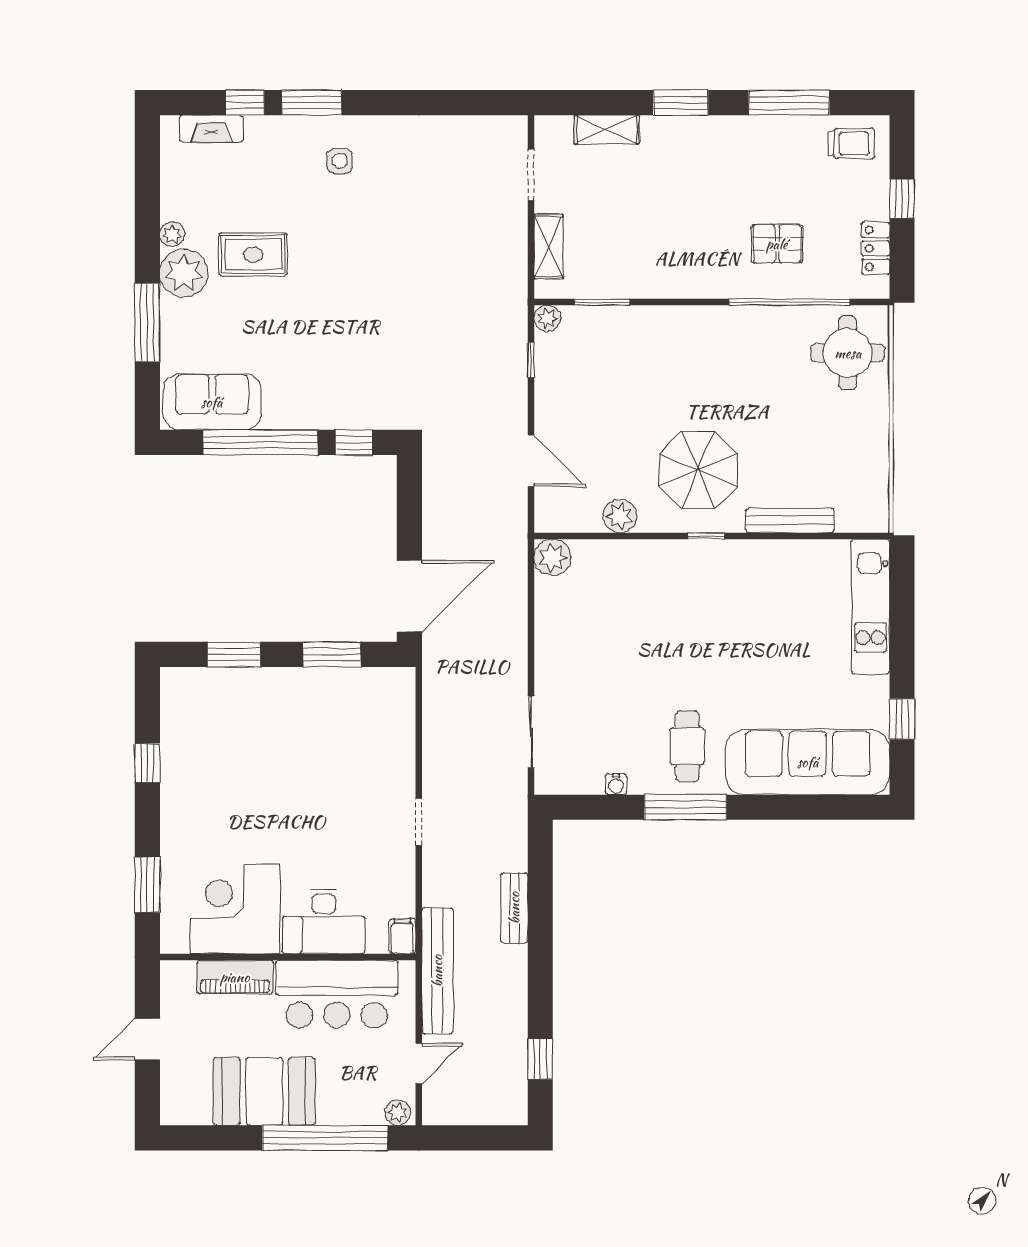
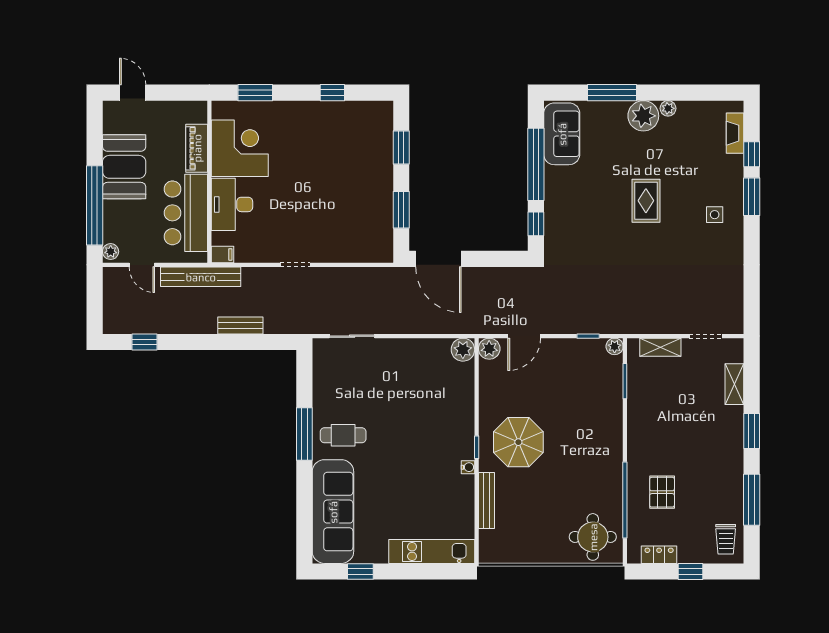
rug: (253, 255) -> (646, 201), moved
plant: (620, 516) -> (489, 349), moved
water cooler: (616, 784) -> (468, 467), moved, turned 180
door: (147, 1039) -> (133, 93), moved

